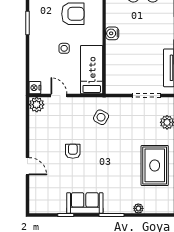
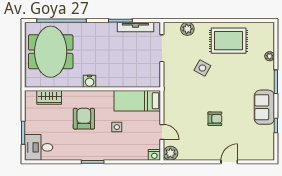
water cooler: (112, 33) -> (90, 81), moved
door: (59, 96) -> (162, 132), swing flipped
side table: (101, 117) -> (202, 68), moved
armchair: (73, 151) -> (215, 119), turned 180

